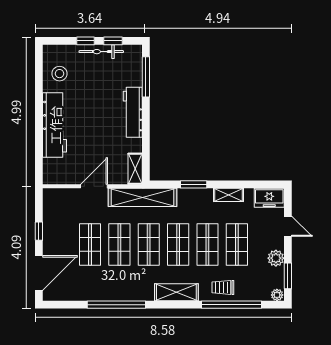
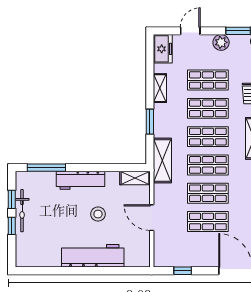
stool: (59, 74) -> (98, 214), moved
shelving: (142, 197) -> (162, 161), width x0.68
window: (39, 231) -> (183, 271), moved

